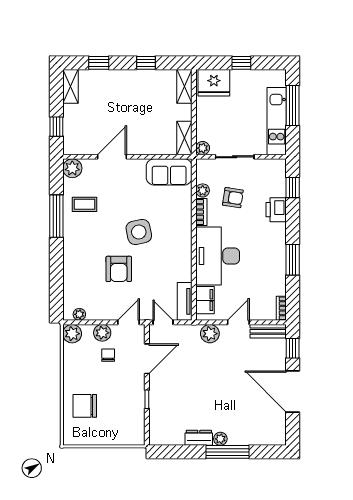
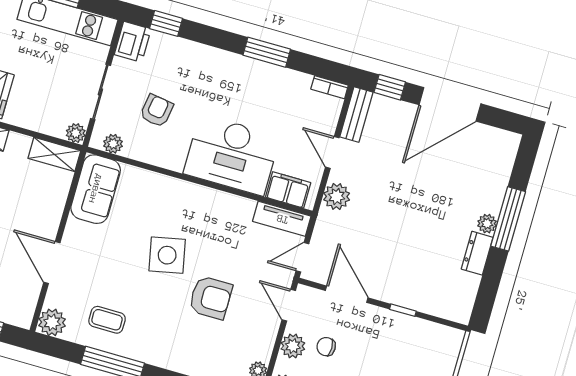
plant: (203, 190) -> (113, 144), moved
coffee table: (84, 204) -> (107, 320), turned 90
printer: (276, 210) -> (133, 42), moved, turned -90
bookcase: (201, 212) -> (164, 160), removed

